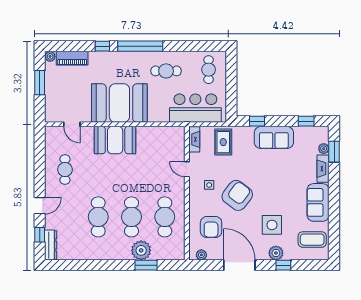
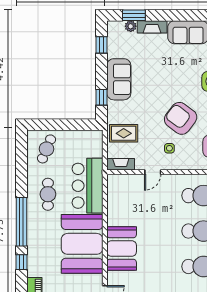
cafe table: (209, 70) -> (46, 149), turned -67
bar counter: (195, 108) -> (88, 186), moved

